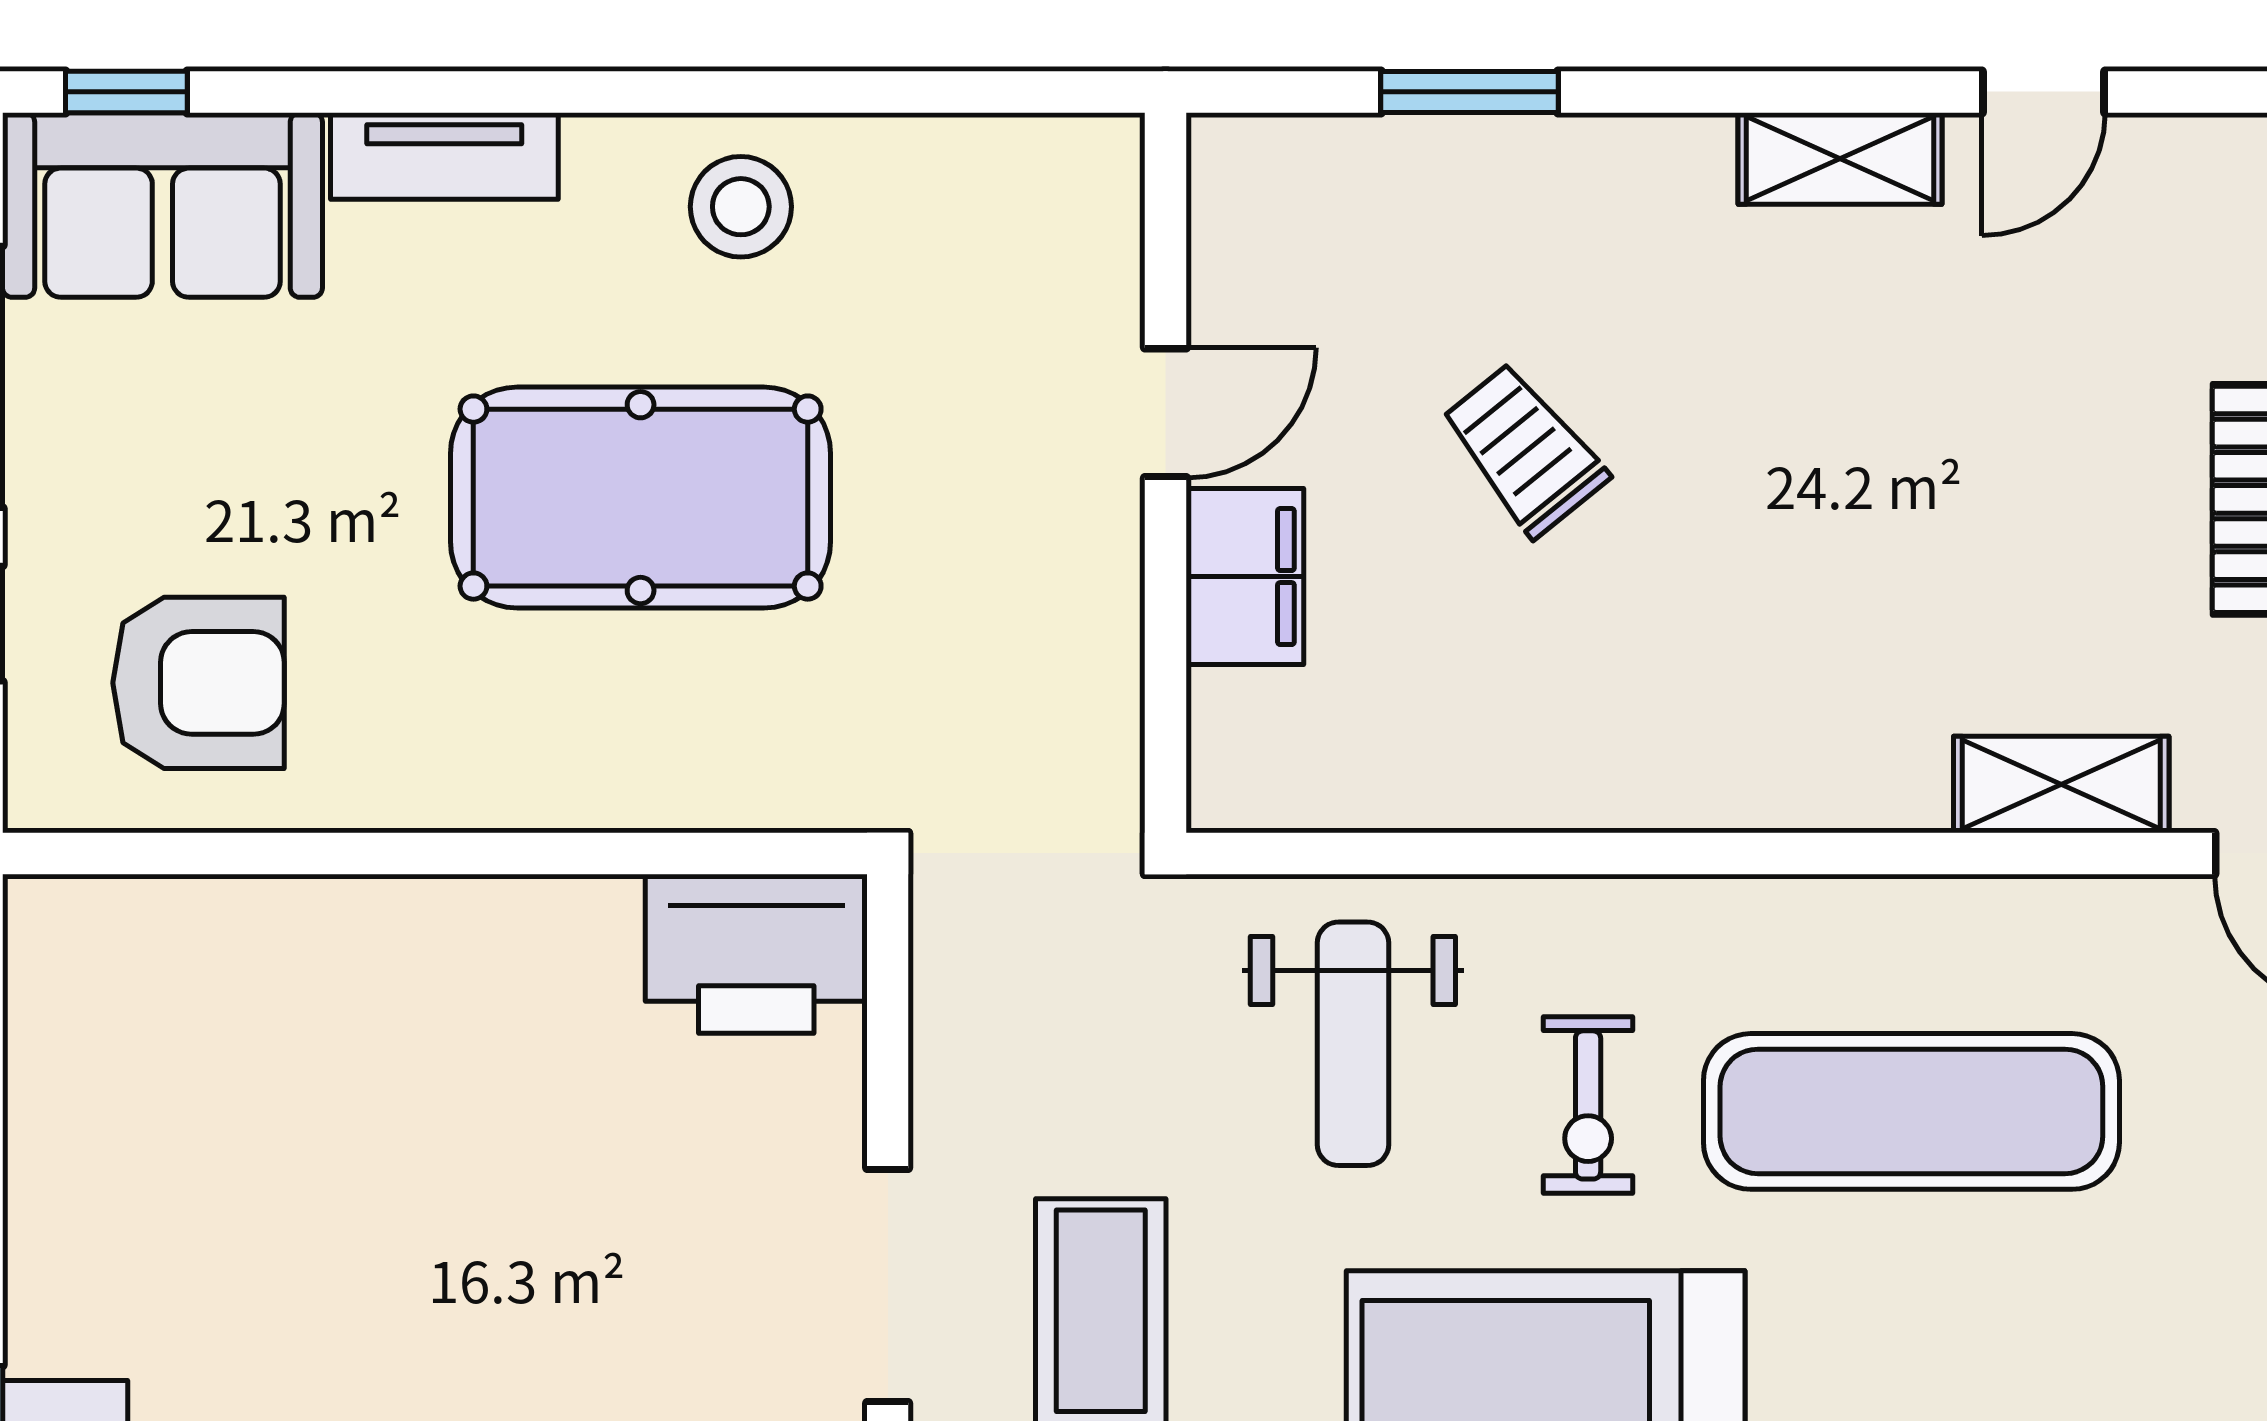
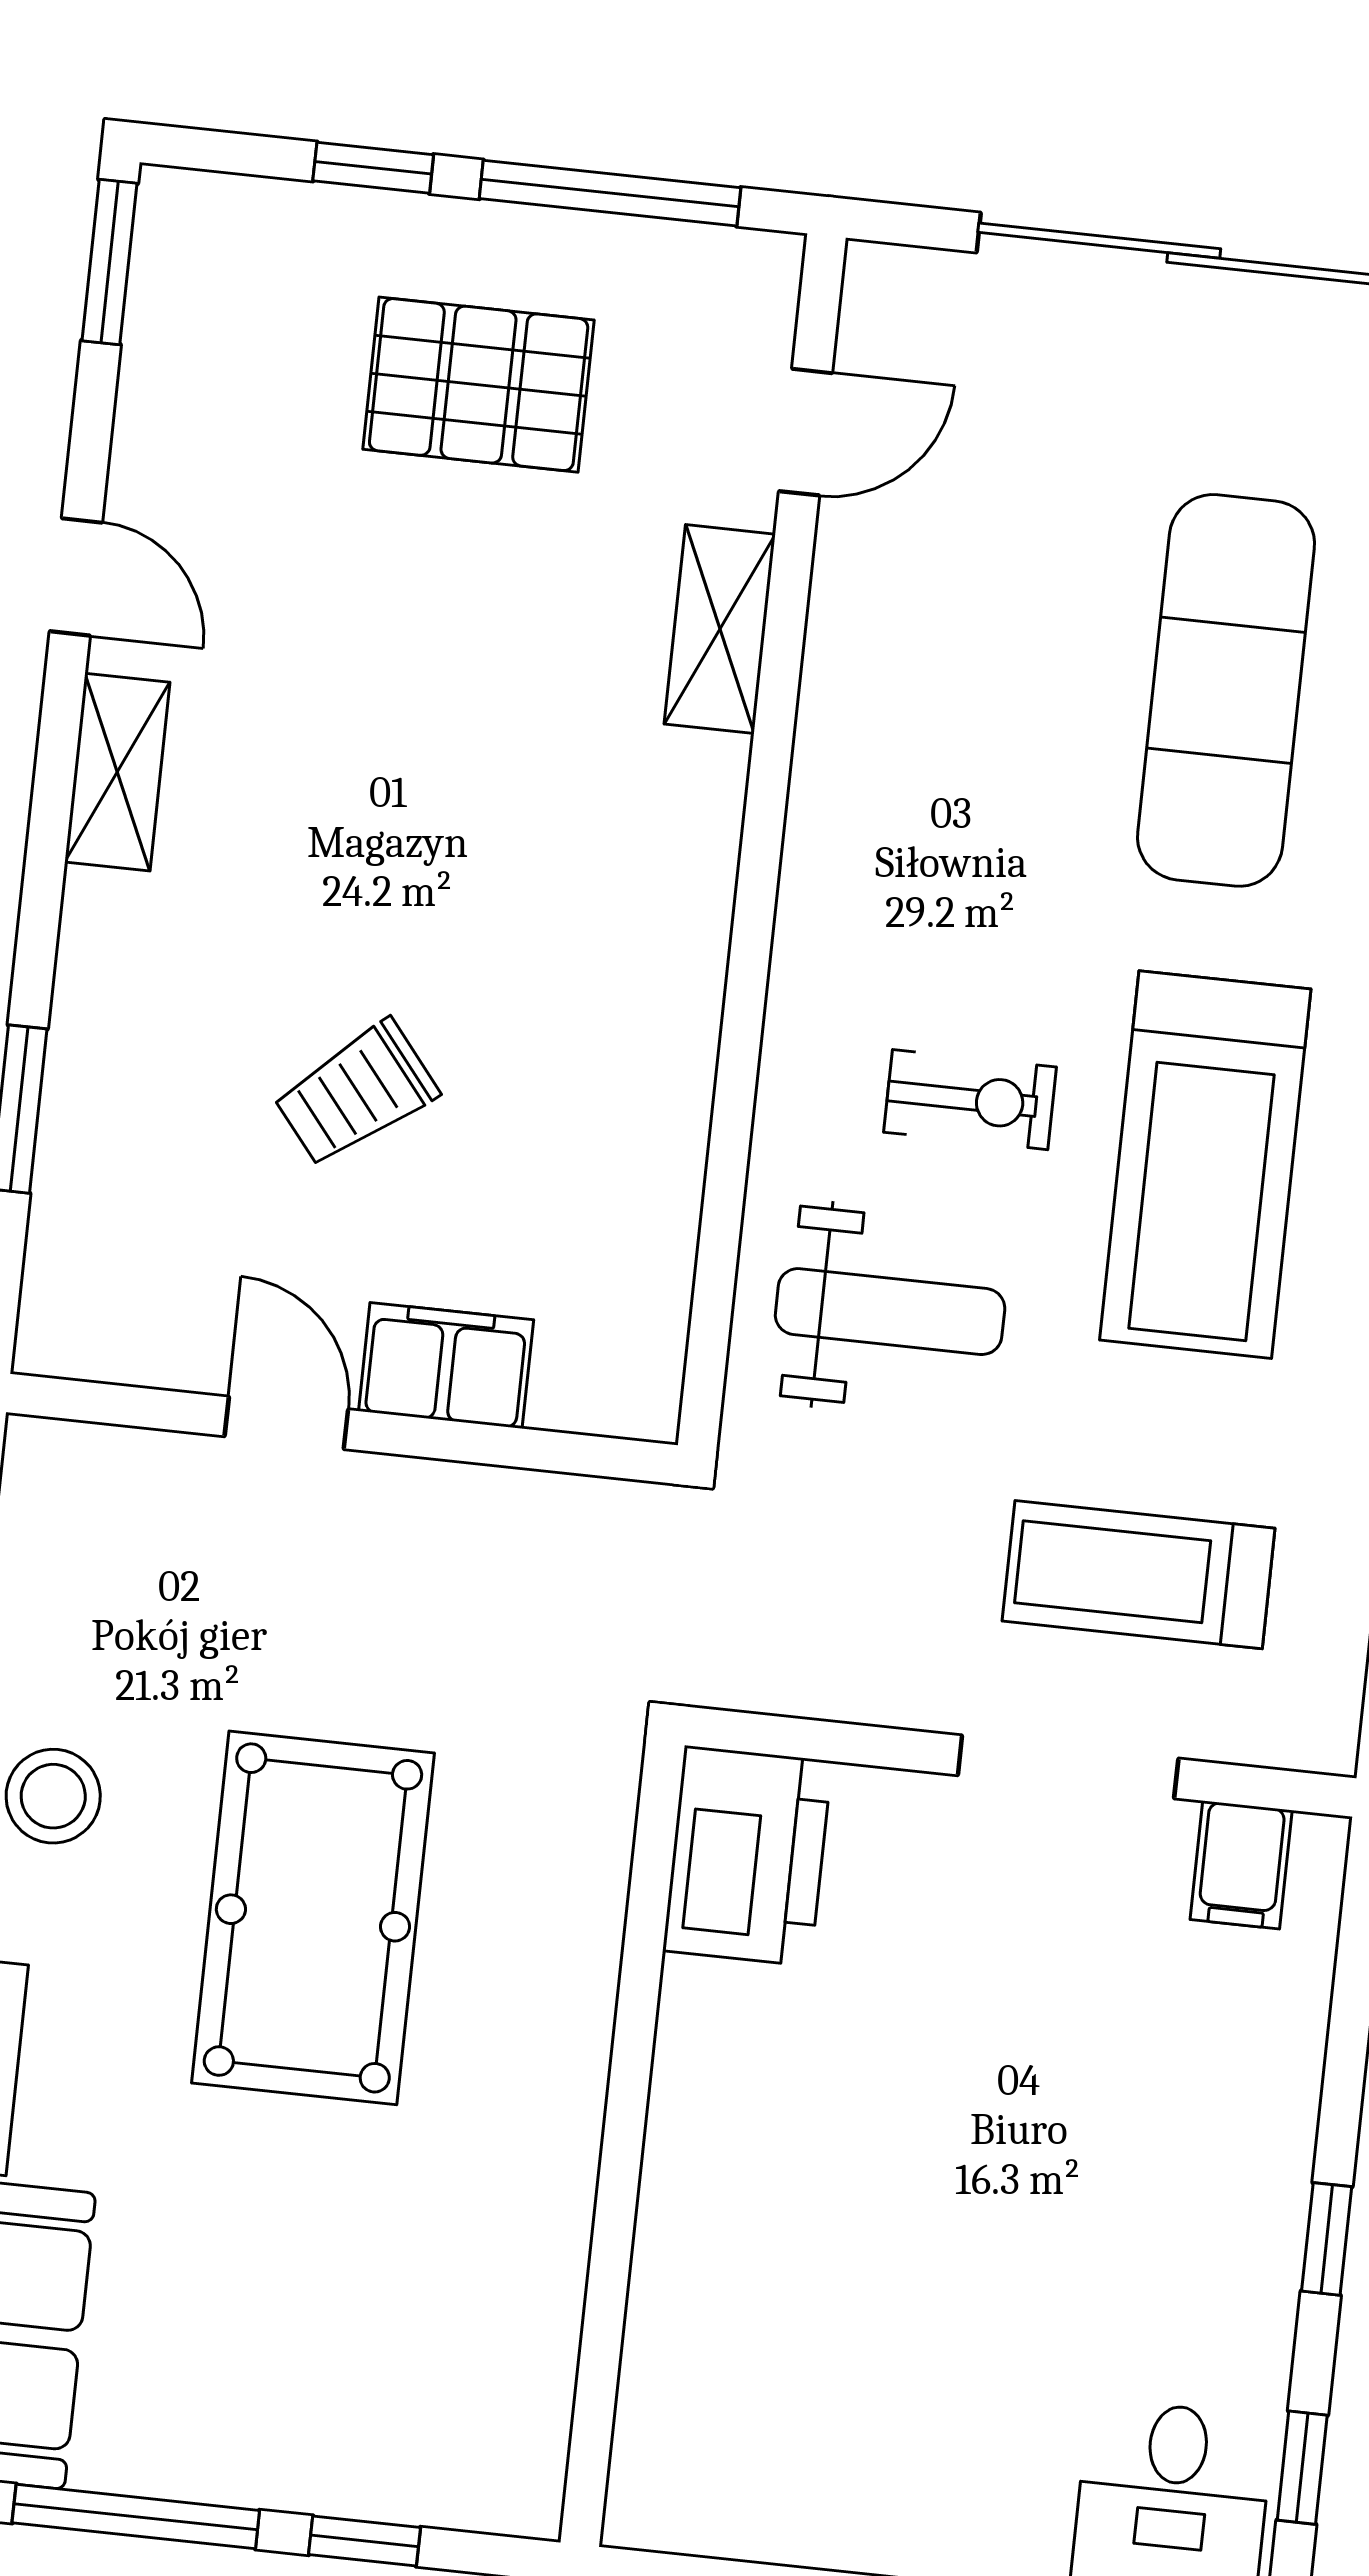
armchair: (198, 683) -> (441, 2346), removed
exercise mat: (1911, 1111) -> (1226, 690), moved

